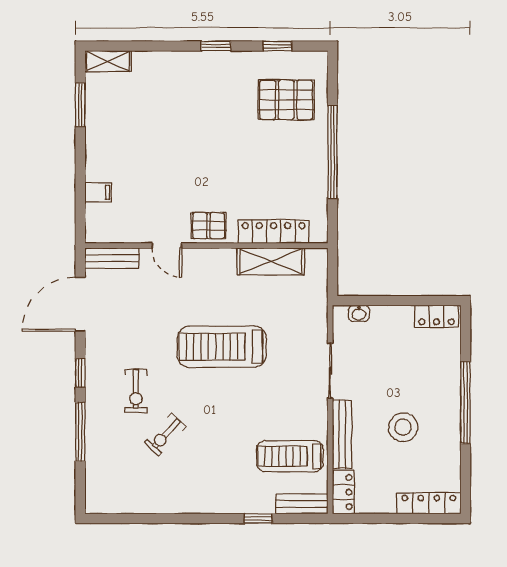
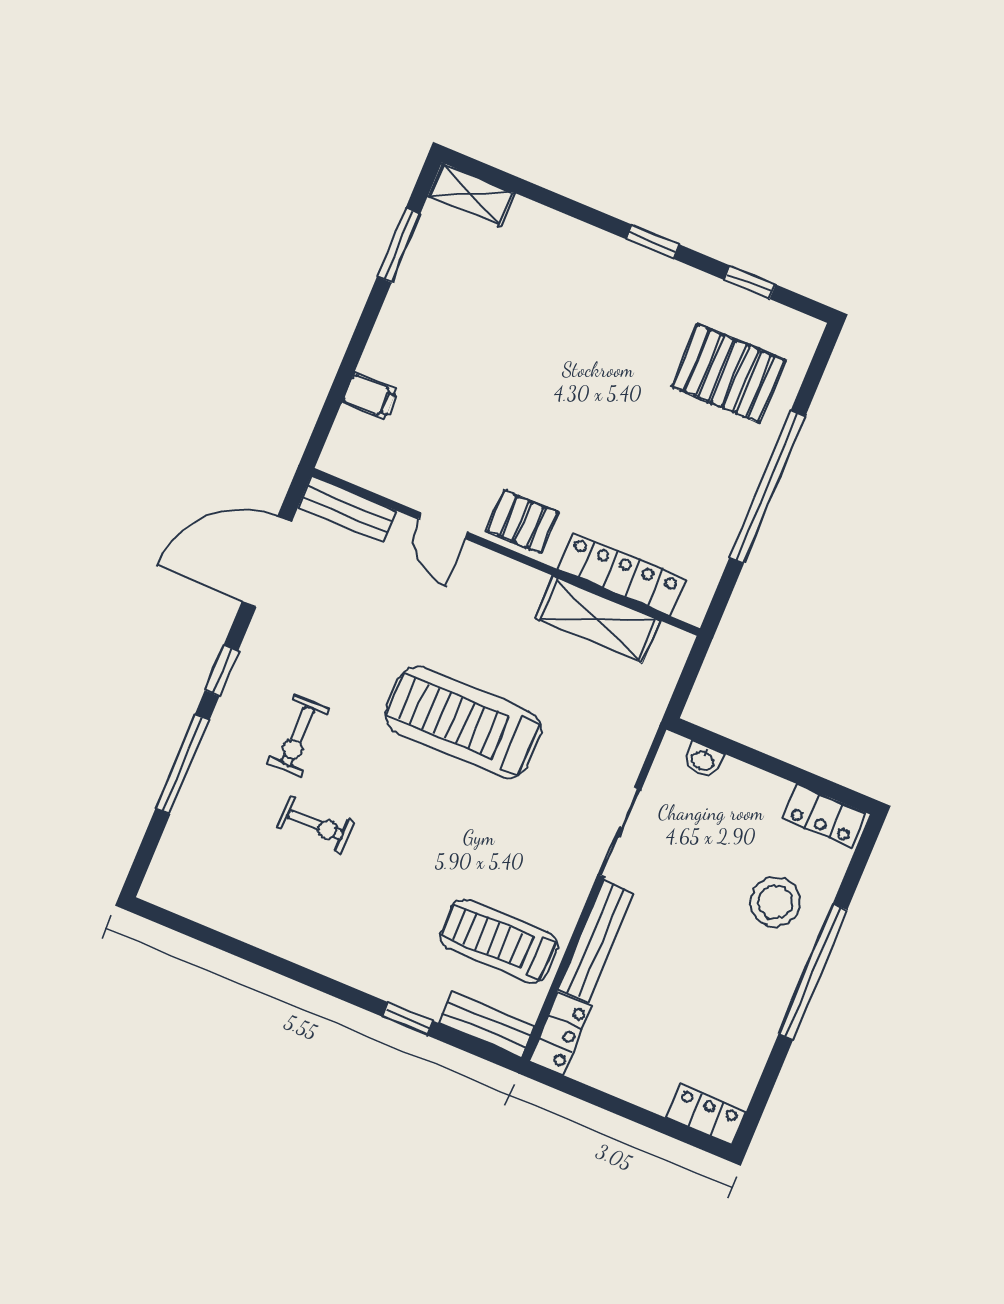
stool: (403, 427) -> (775, 902), moved
exercise bike: (165, 435) -> (315, 825), turned -133
locker: (429, 503) -> (706, 1115), width x0.66

